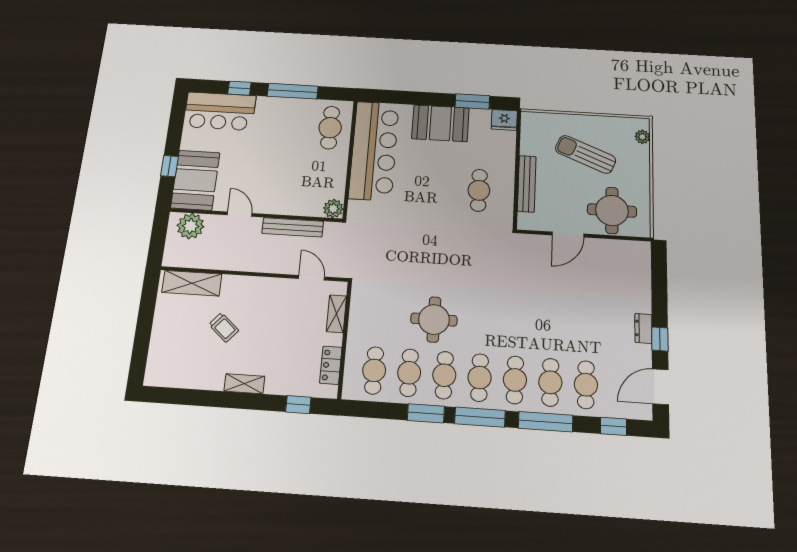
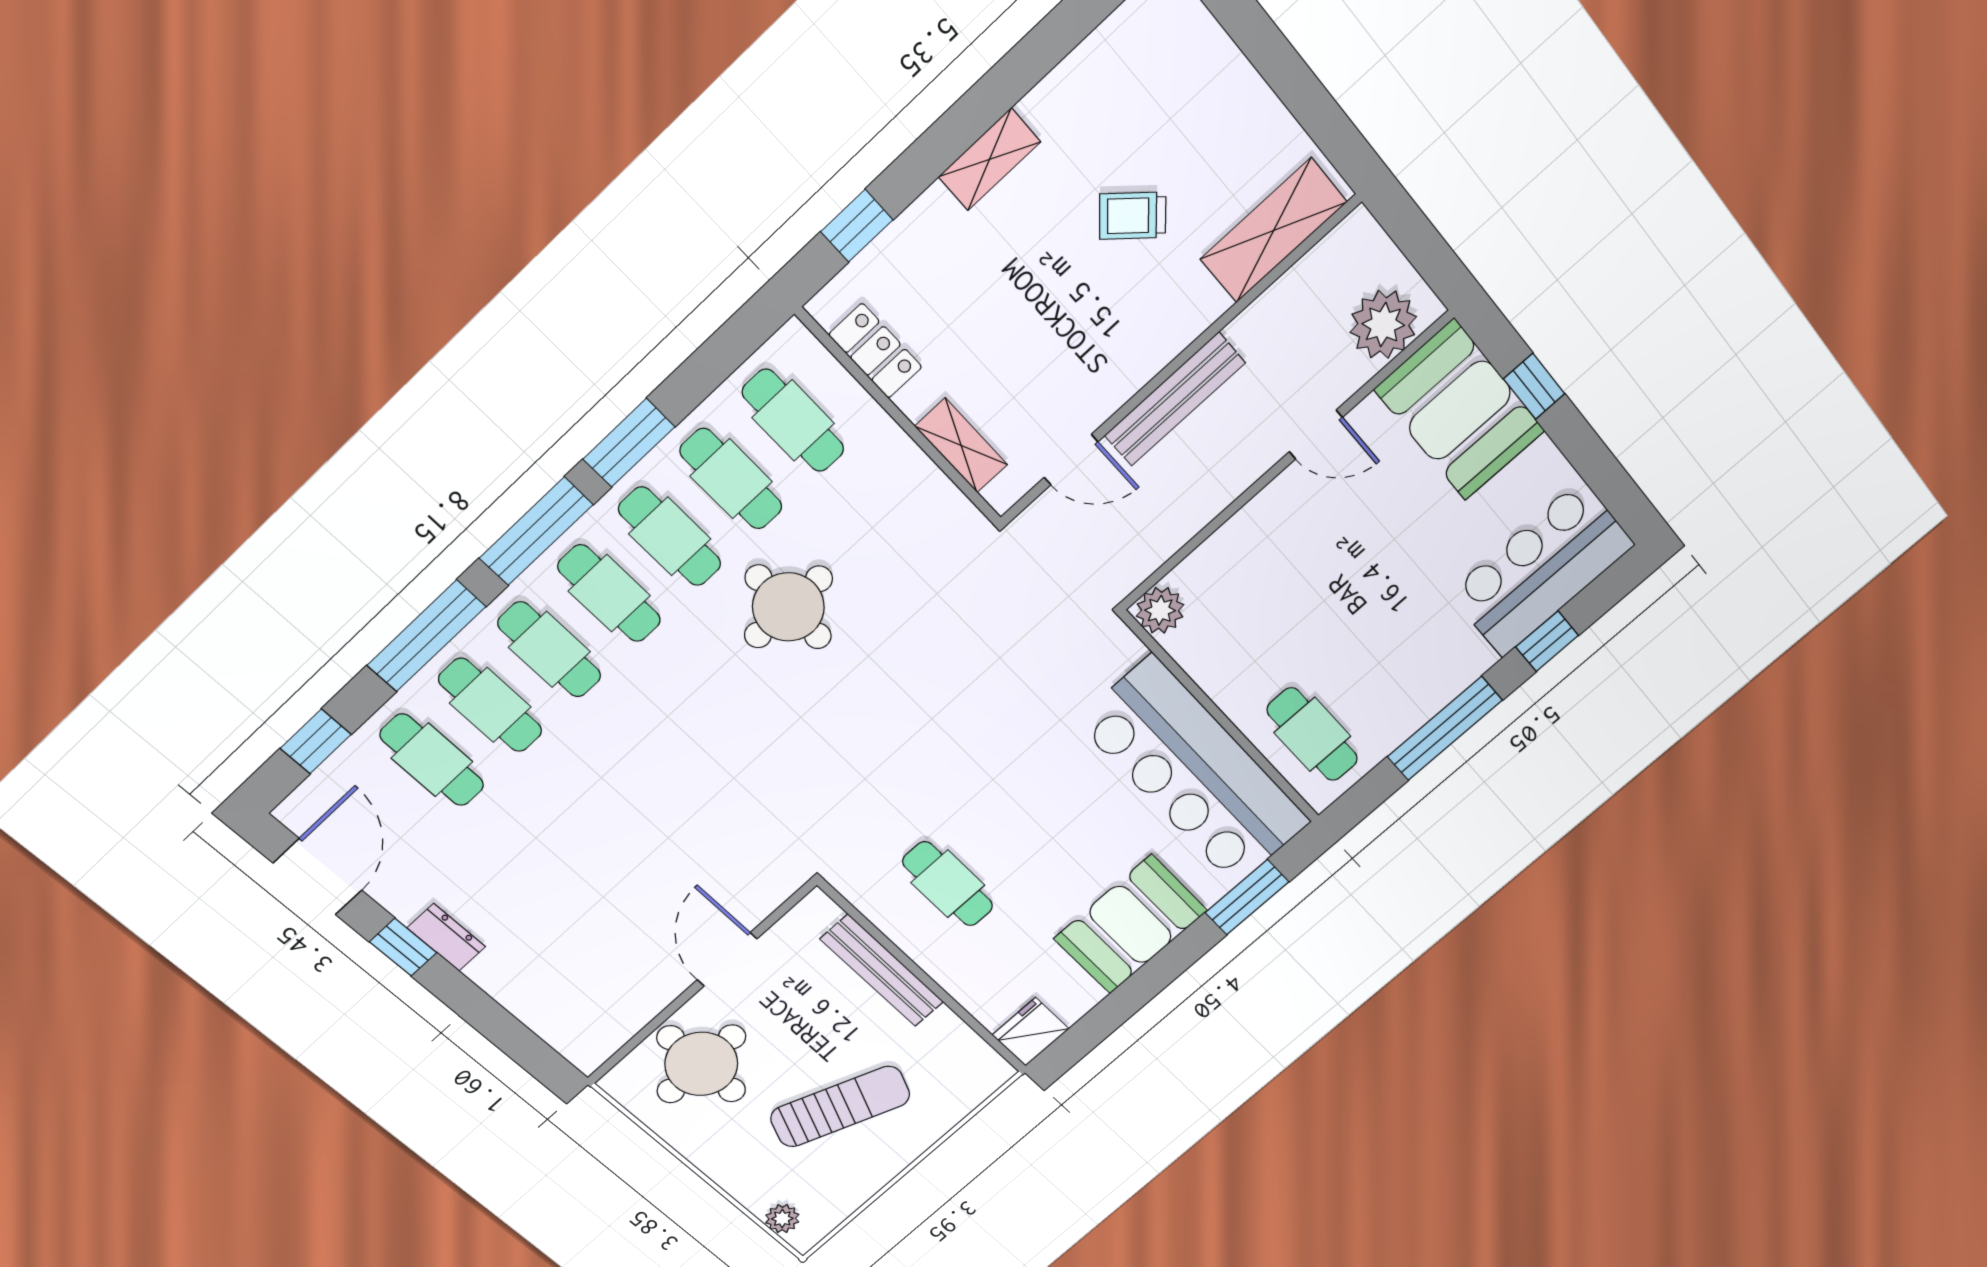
window: (472, 101) -> (1247, 897), moved
bench: (293, 227) -> (1175, 399), moved

